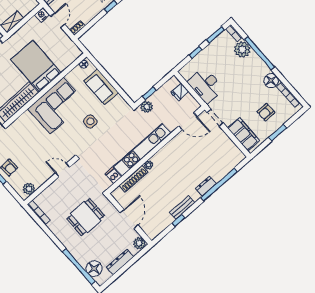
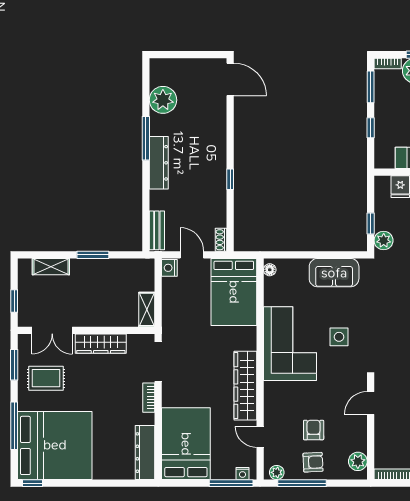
bed: (36, 66) -> (234, 292), moved, turned -90
sofa: (101, 87) -> (334, 273), moved
side table: (90, 121) -> (339, 337), moved
armchair: (25, 154) -> (314, 430), added

